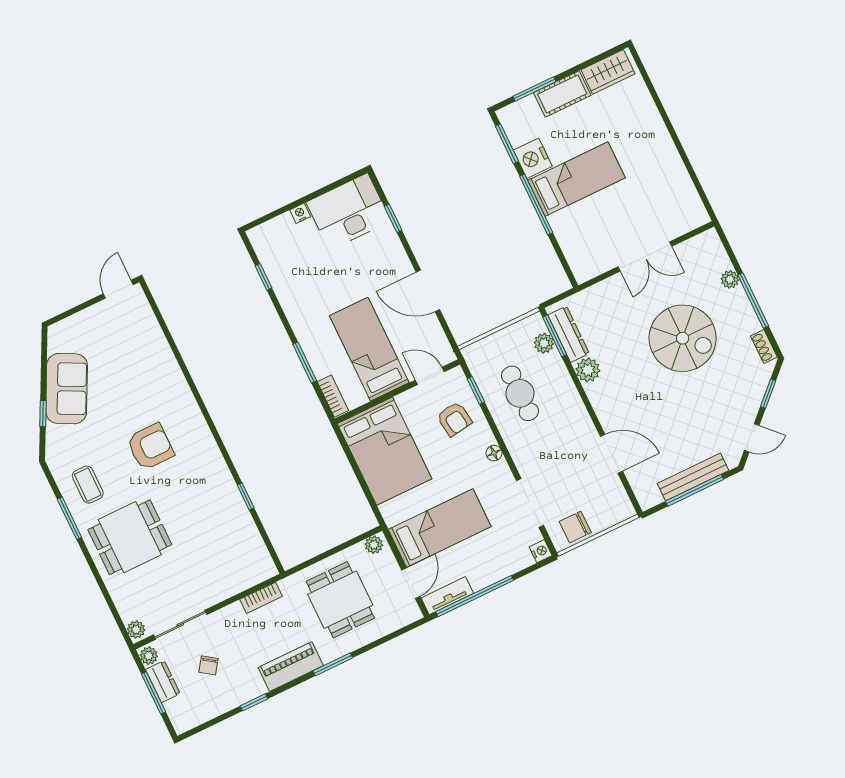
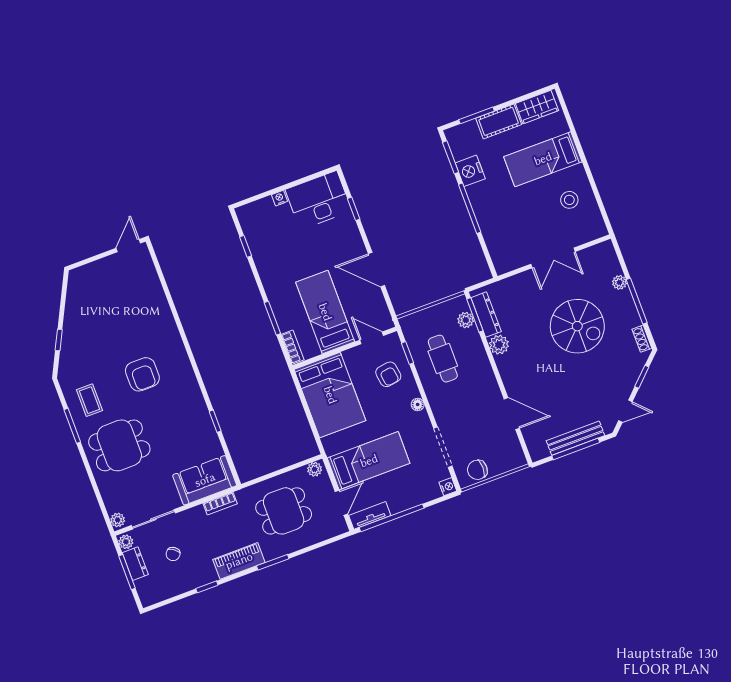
bed: (576, 179) -> (543, 159), moved, turned 180
stool: (659, 183) -> (569, 200), added
sofa: (67, 389) -> (205, 480), moved, turned -117
armchair: (150, 447) -> (142, 374), turned 90
dining table: (340, 600) -> (284, 511), turned 90

